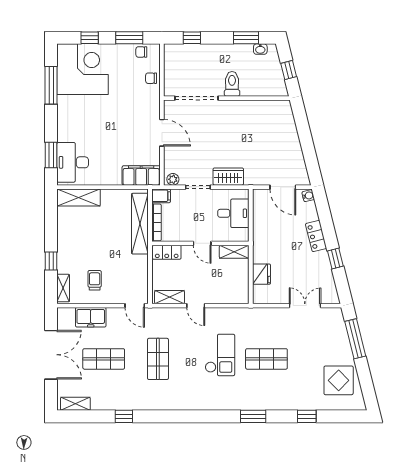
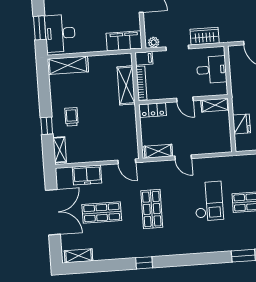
shelving: (140, 224) -> (126, 85), width x0.68
trolley: (95, 280) -> (71, 117), moved
window: (124, 416) -> (144, 263), moved

